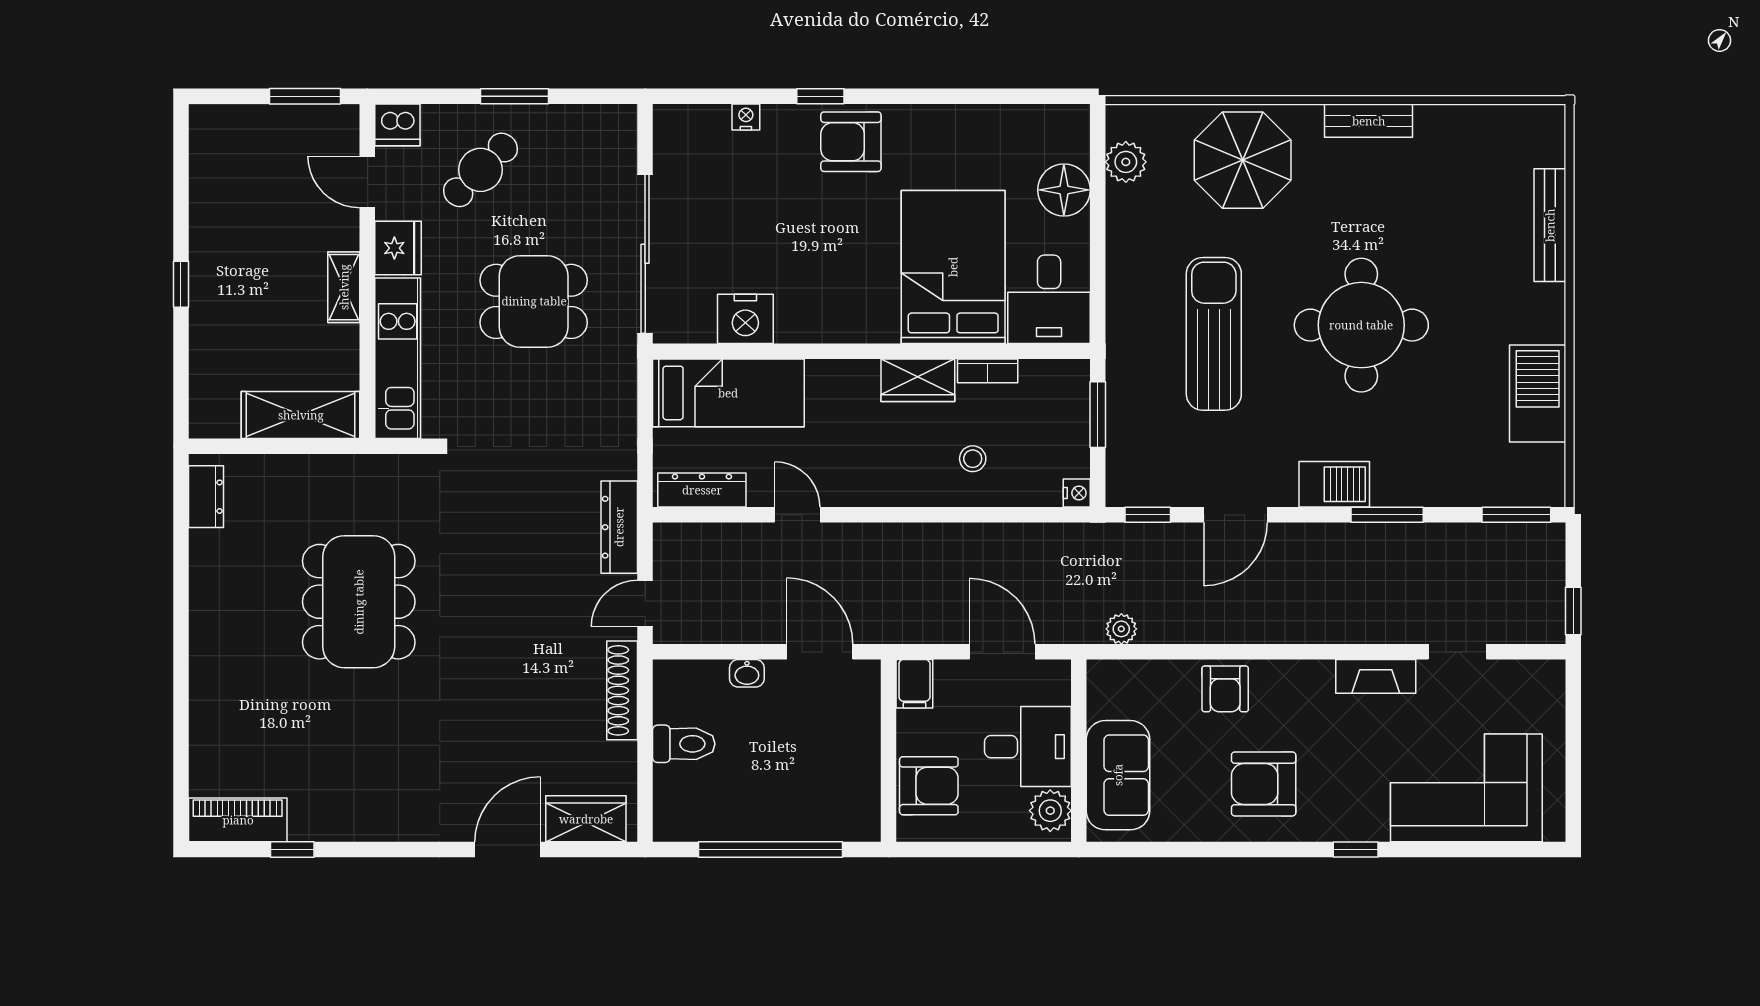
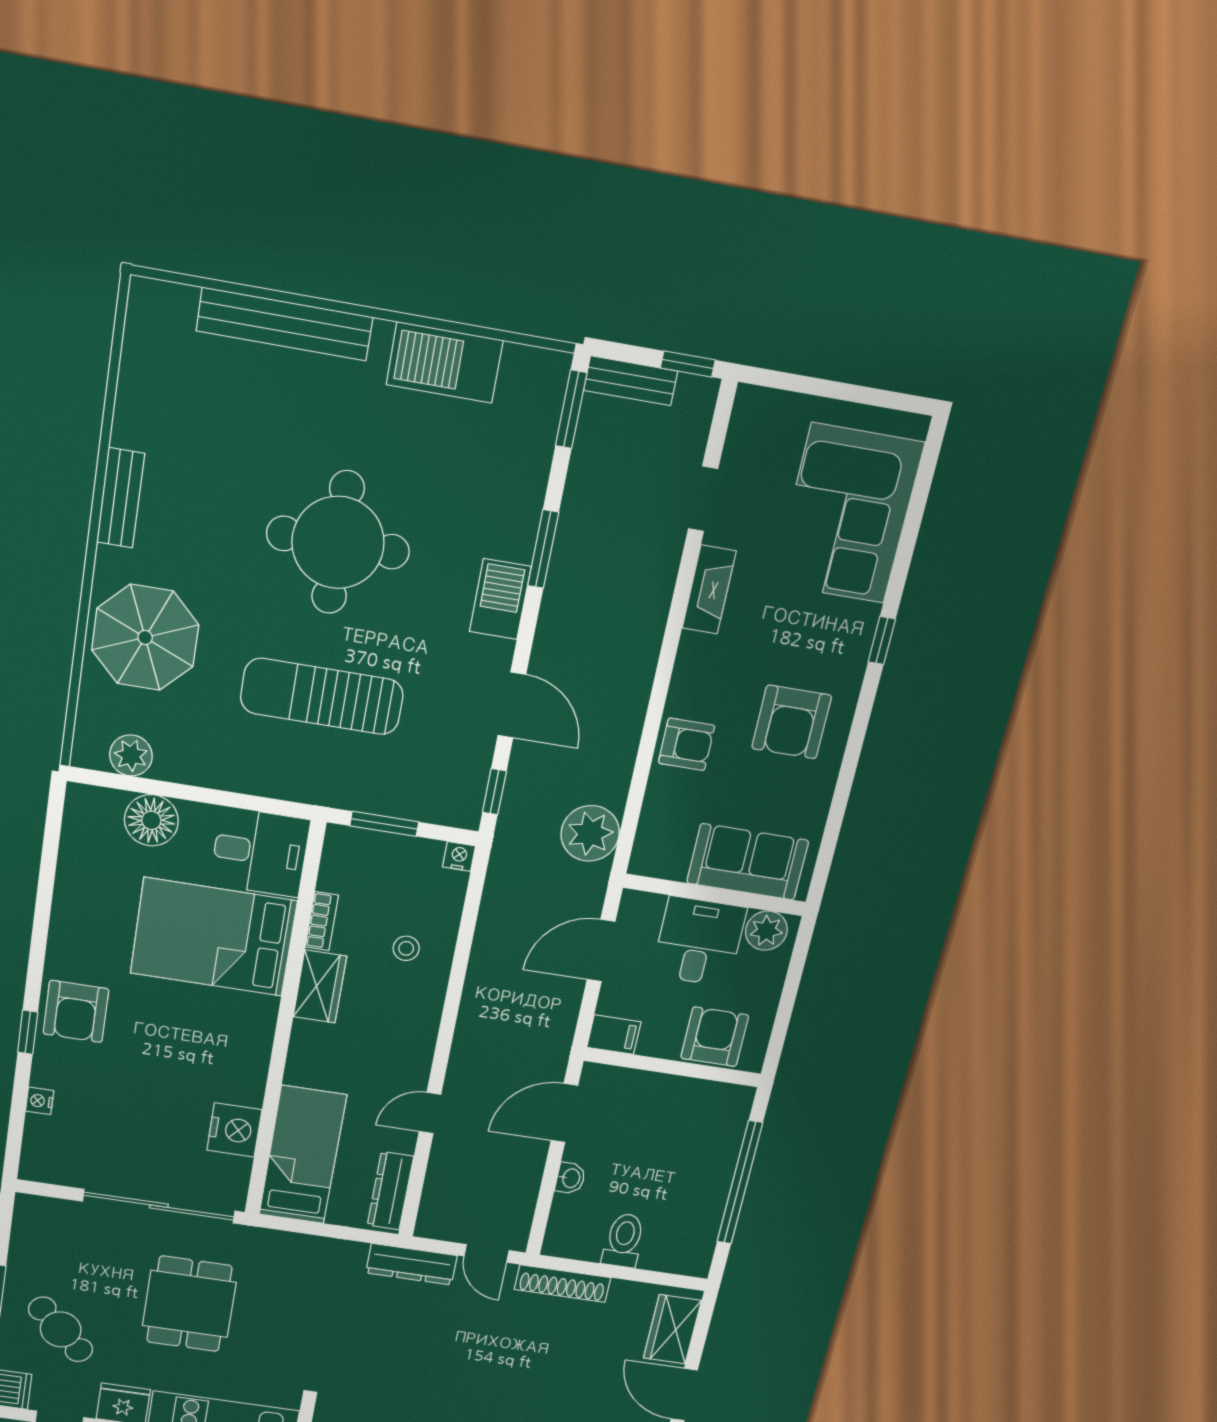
bench: (1550, 225) -> (285, 324), width x1.37, depth x1.21
bench: (1550, 563) -> (631, 381), added
plant: (1121, 629) -> (590, 833), width x1.87, depth x1.87

